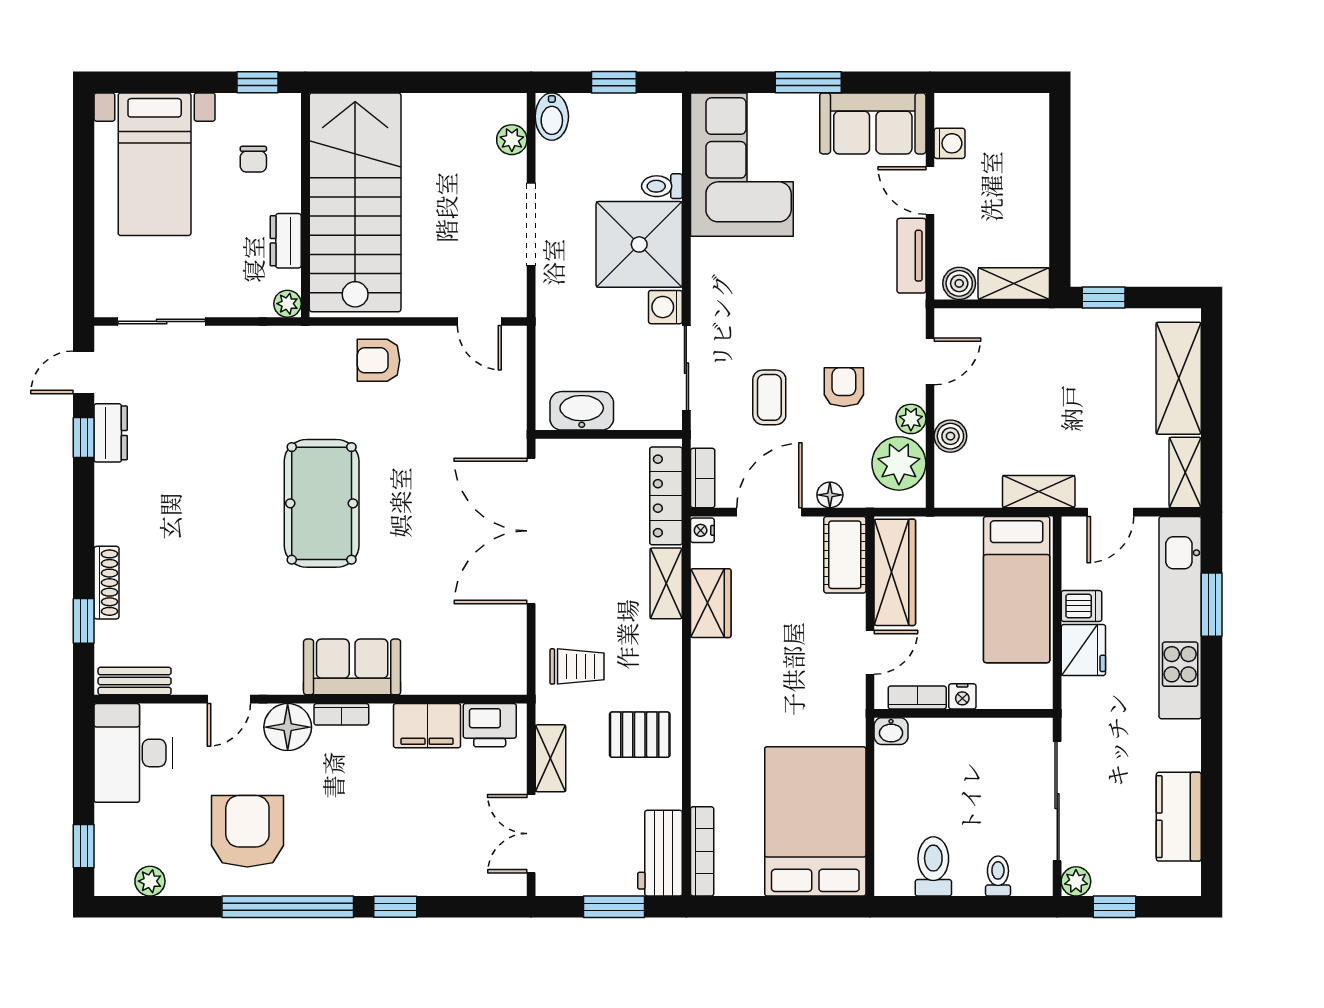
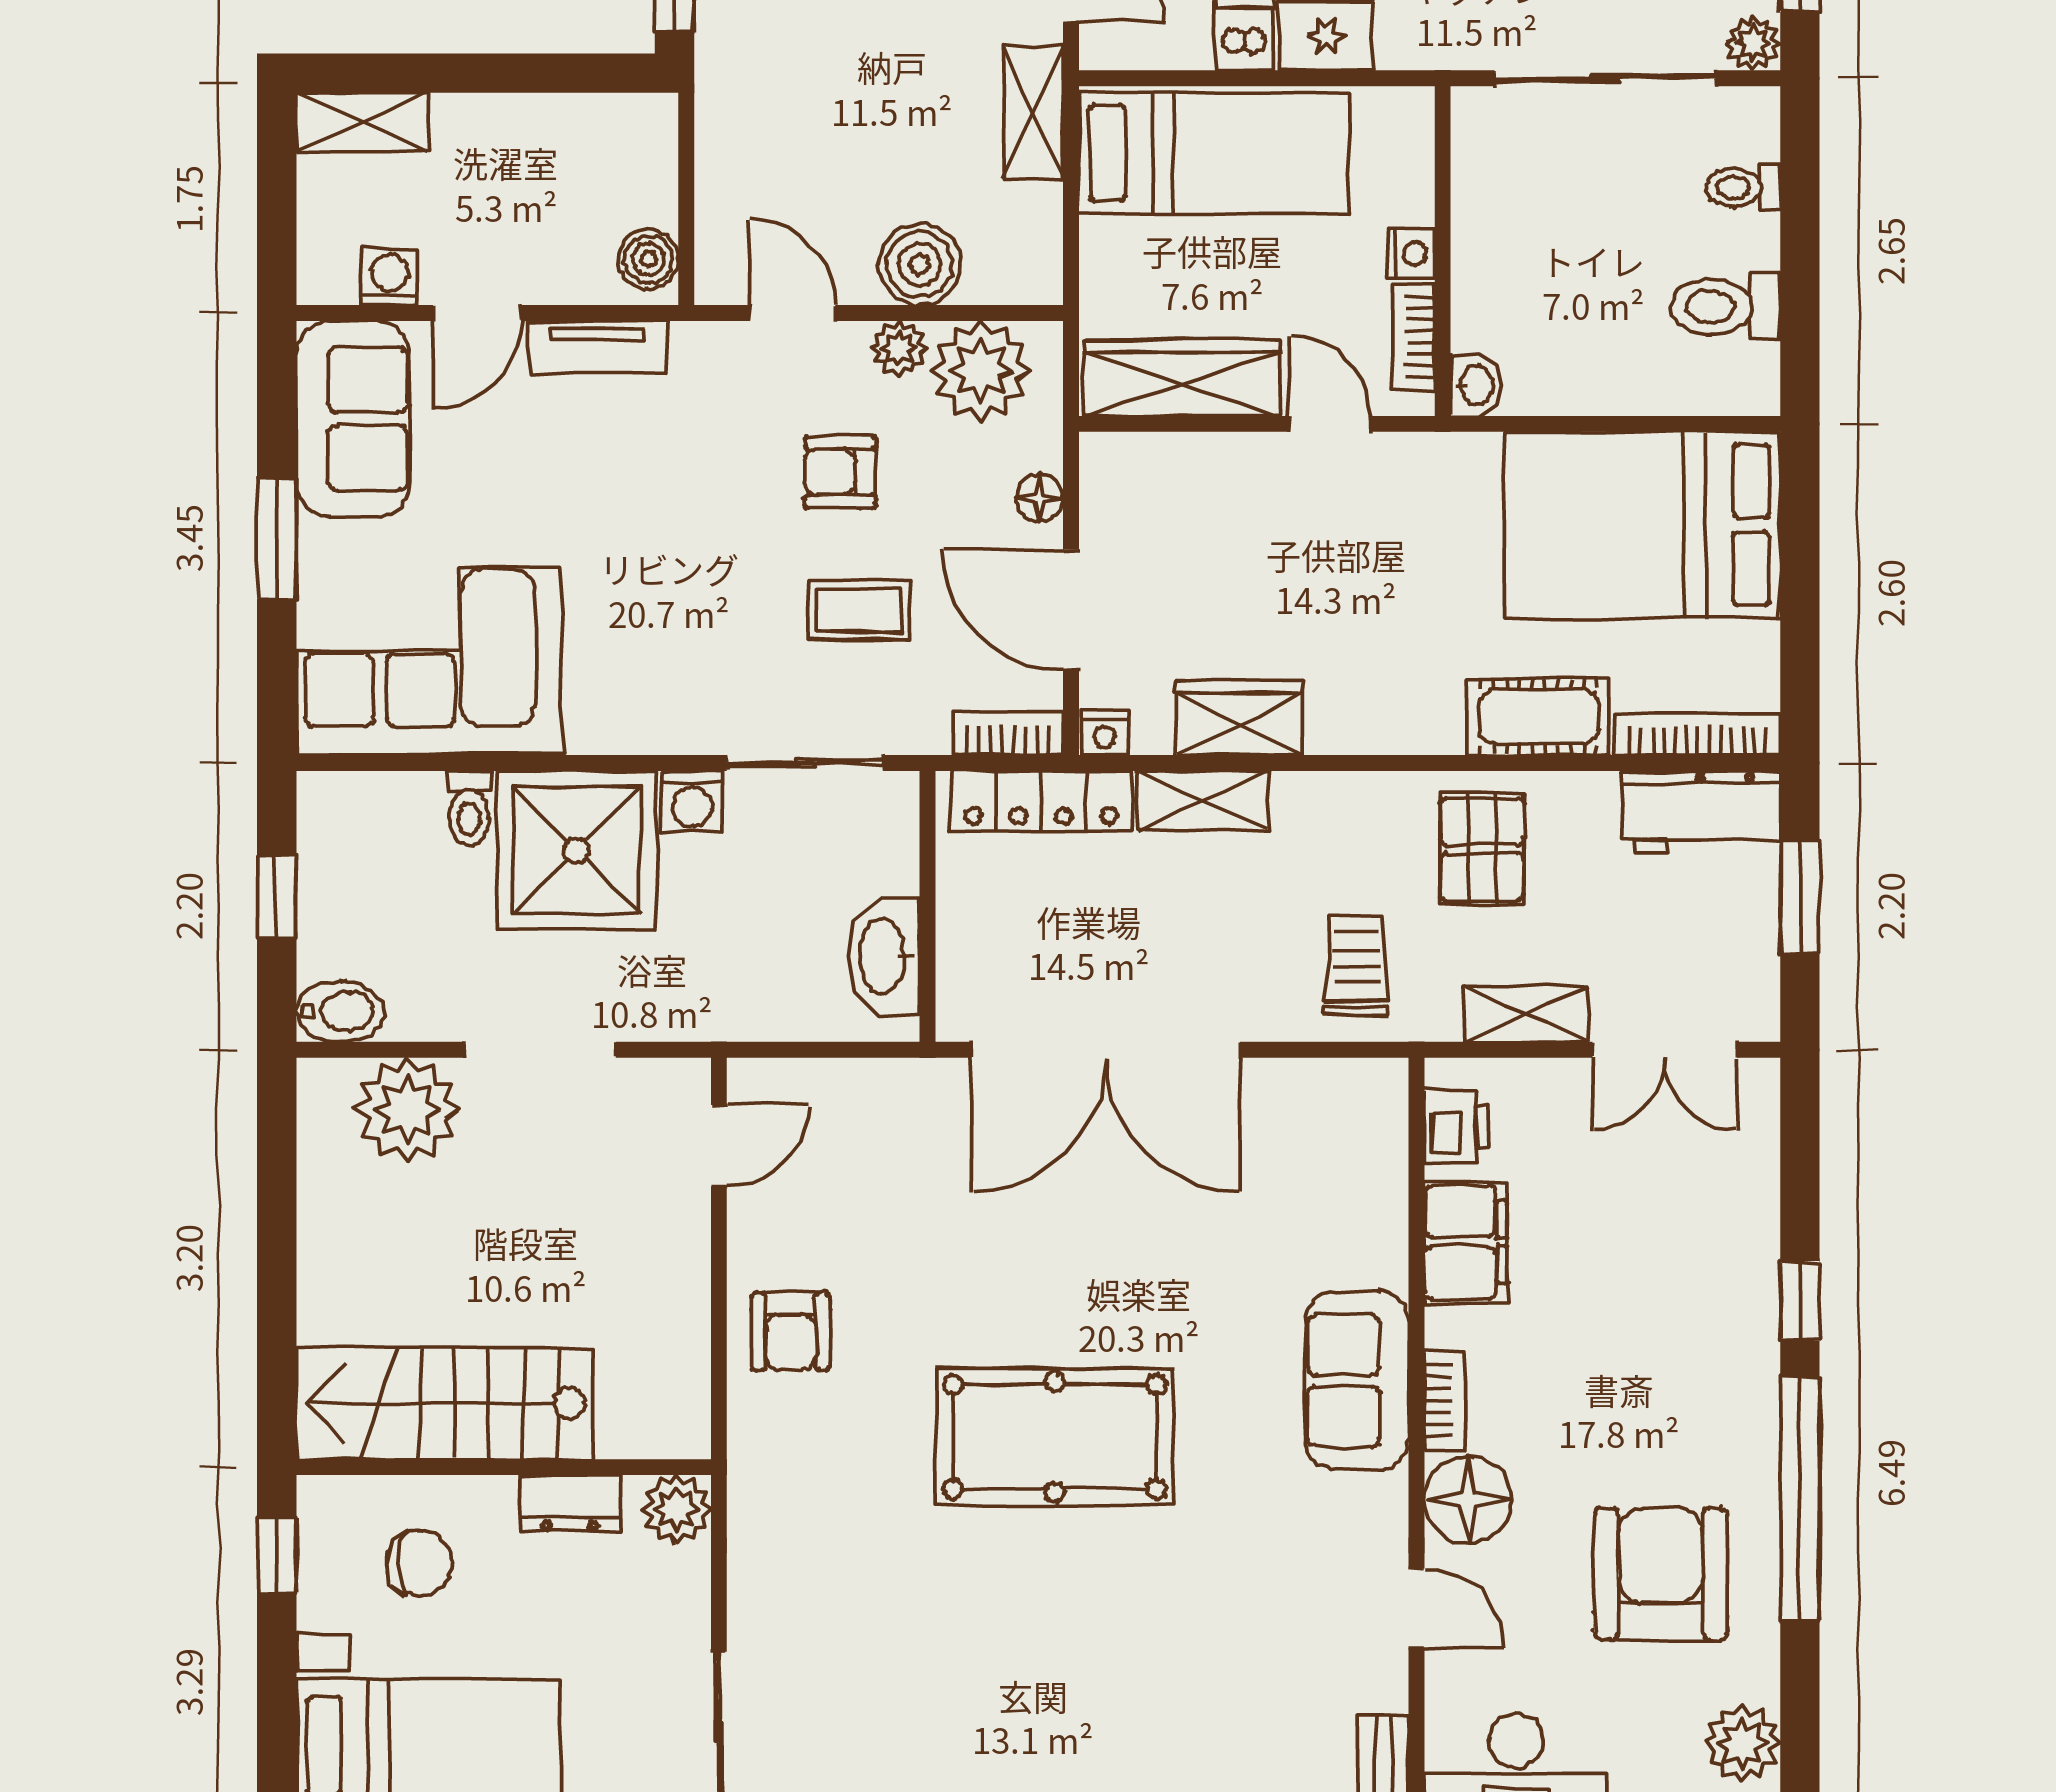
plant: (512, 140) -> (407, 1110), width x1.88, depth x1.88
chair: (253, 159) -> (419, 1563), width x1.37, depth x1.37
stairs: (355, 202) -> (445, 1403), width x0.73, depth x0.66
shelving: (1014, 284) -> (362, 122), moved, turned 90
plant: (287, 304) -> (677, 1509), width x1.38, depth x1.38
boiler: (950, 436) -> (920, 264), width x1.36, depth x1.36
cot: (845, 555) -> (1539, 717), moved
printer: (490, 725) -> (1457, 1126), width x0.73, depth x0.81
armchair: (247, 831) -> (1661, 1574), turned 90
plant: (150, 881) -> (1742, 1744), width x1.38, depth x1.38

